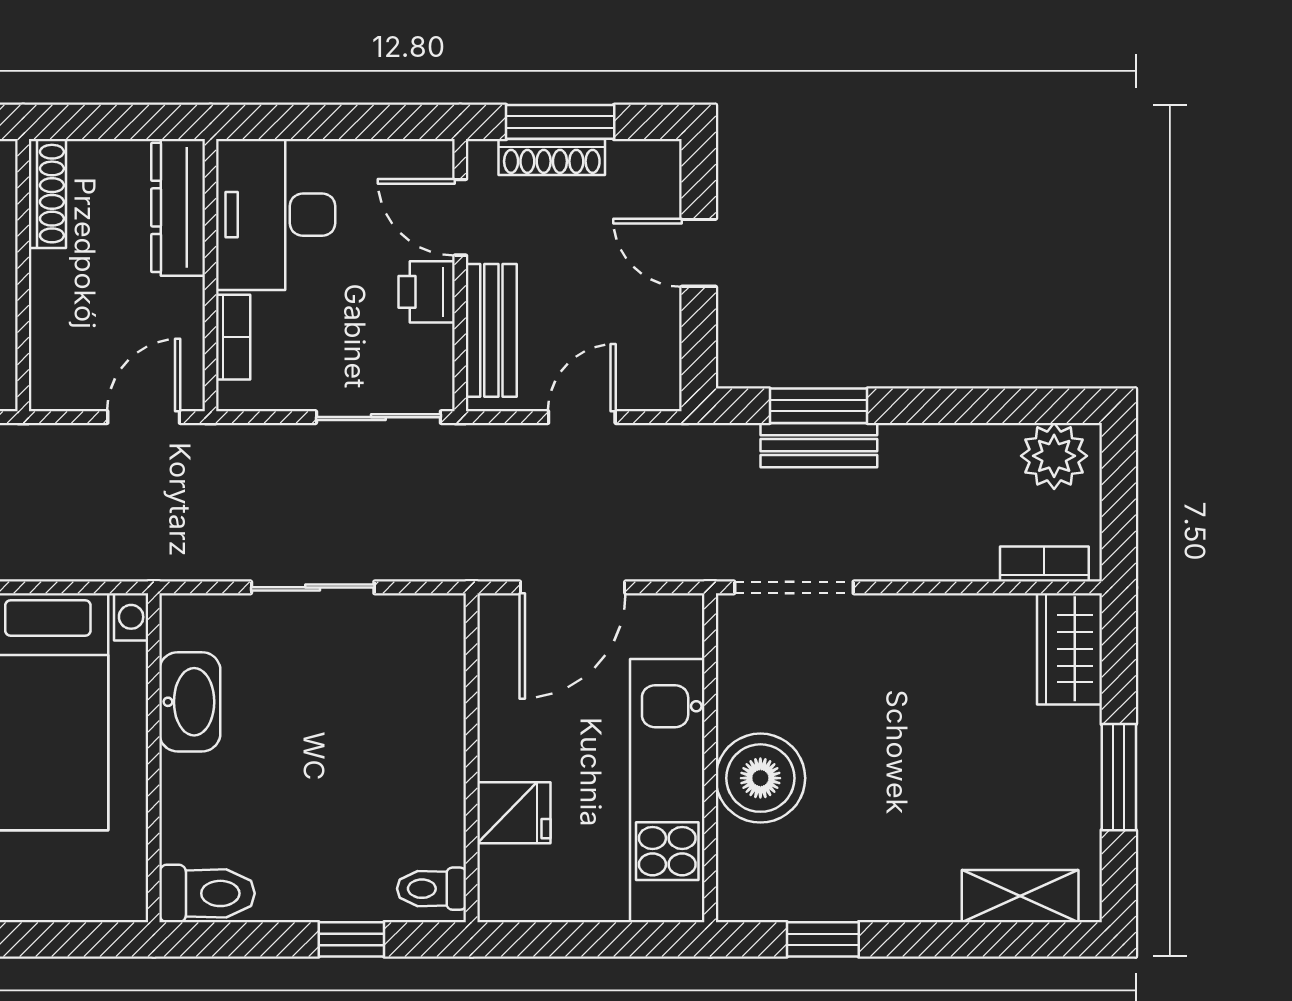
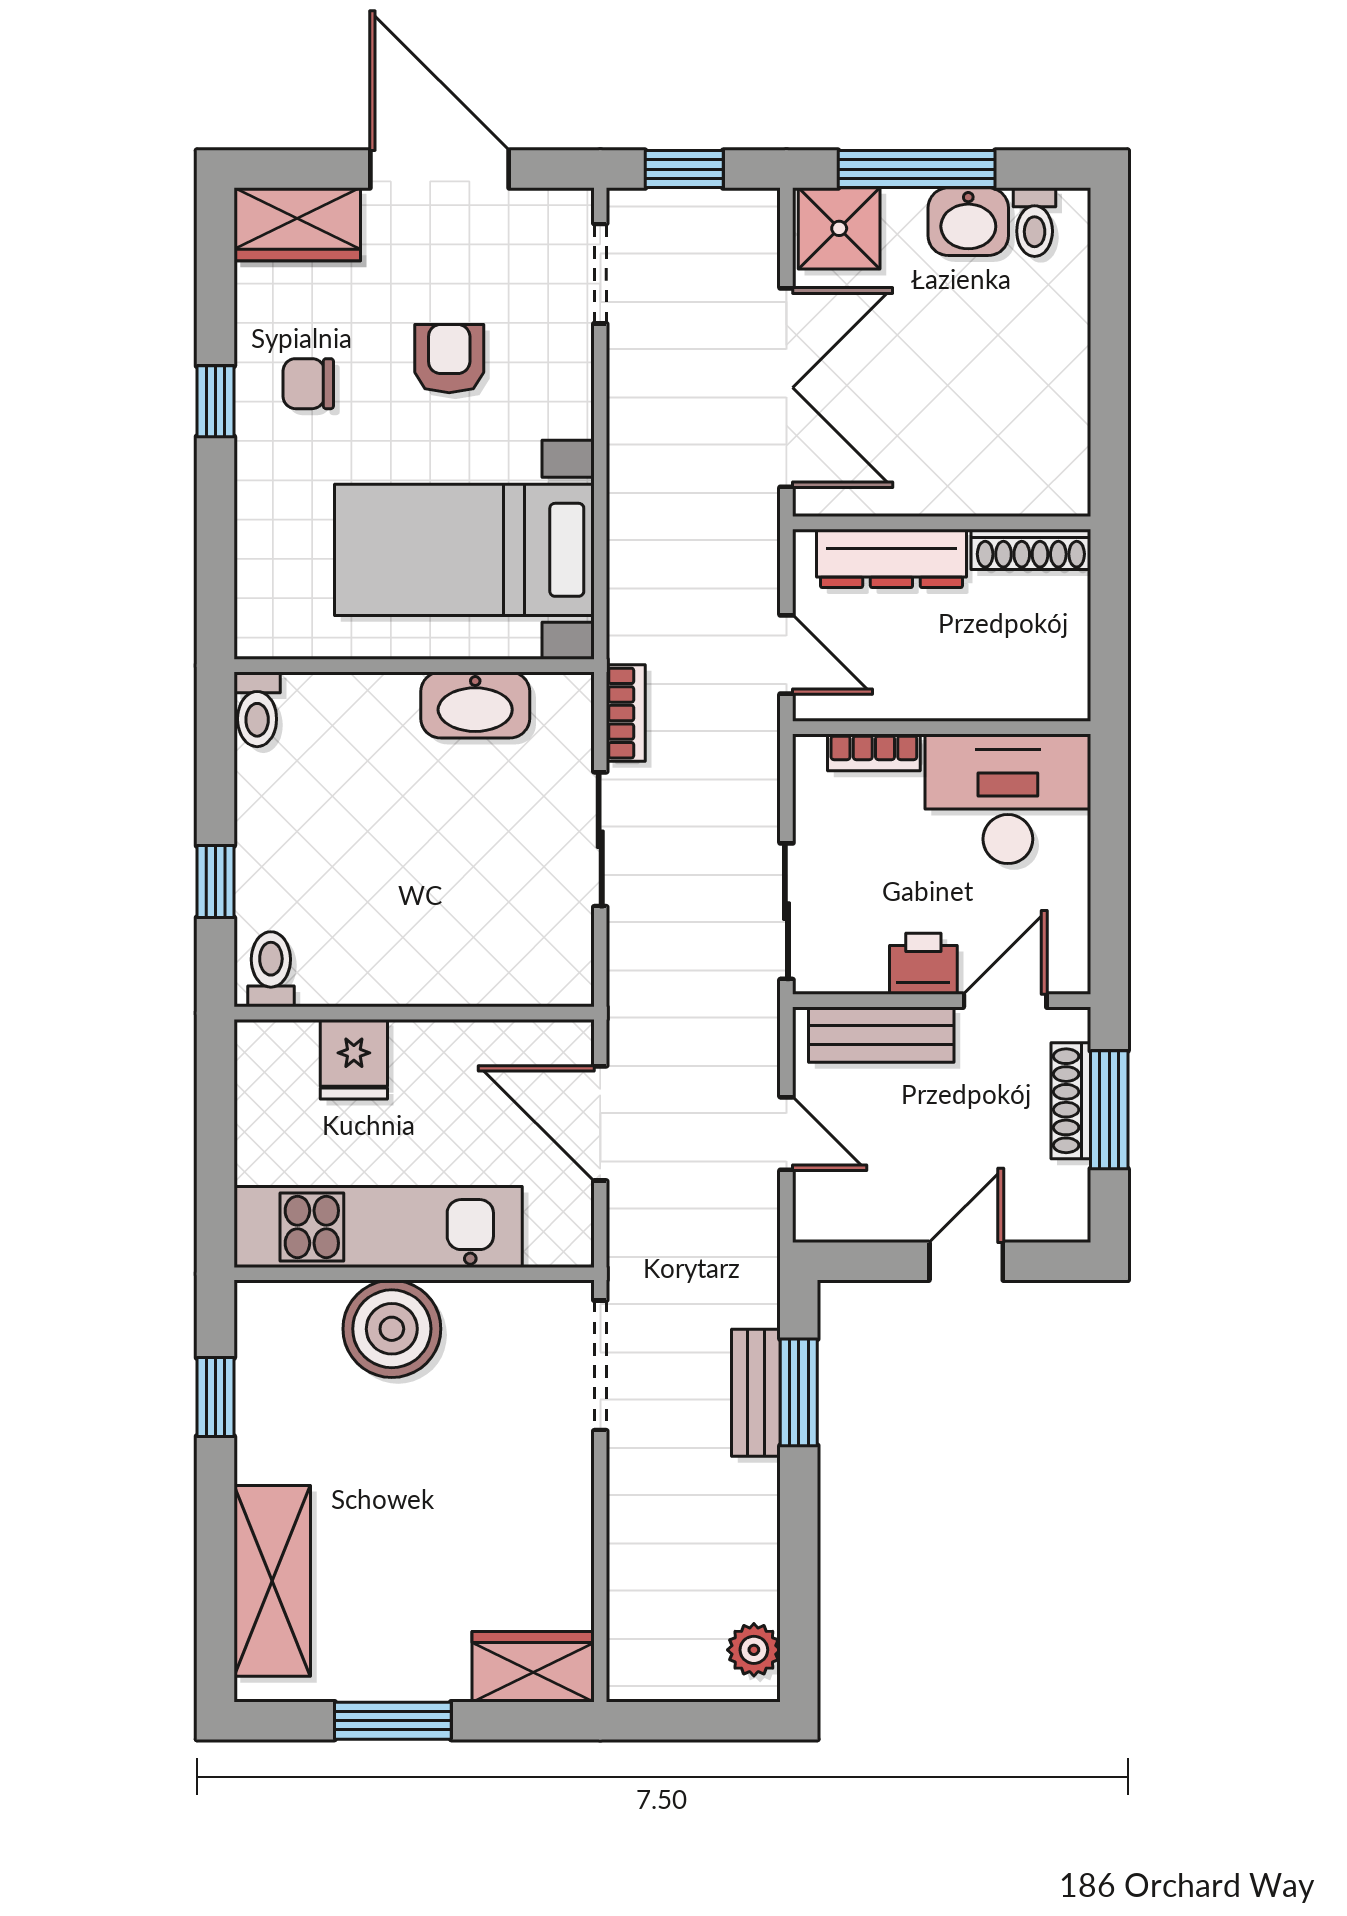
dresser: (178, 207) -> (891, 558), moved, turned 180
plant: (1054, 456) -> (754, 1650), width x0.73, depth x0.73
bookcase: (1044, 564) -> (626, 713), moved
toilet: (207, 893) -> (257, 709), width x0.73, depth x0.72
shelving: (1020, 896) -> (272, 1581), width x1.50, depth x1.33

